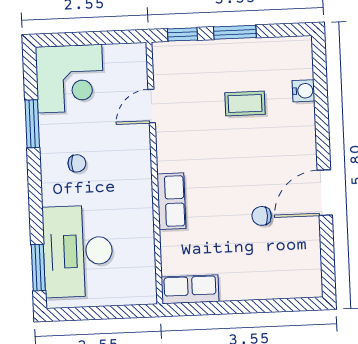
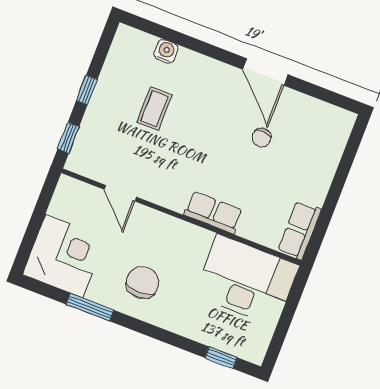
window: (235, 32) -> (87, 90), width x0.67
chair: (77, 163) -> (143, 282), width x1.87, depth x1.87
desk: (78, 251) -> (247, 280), moved, turned 180
window: (38, 268) -> (221, 358), width x0.67

